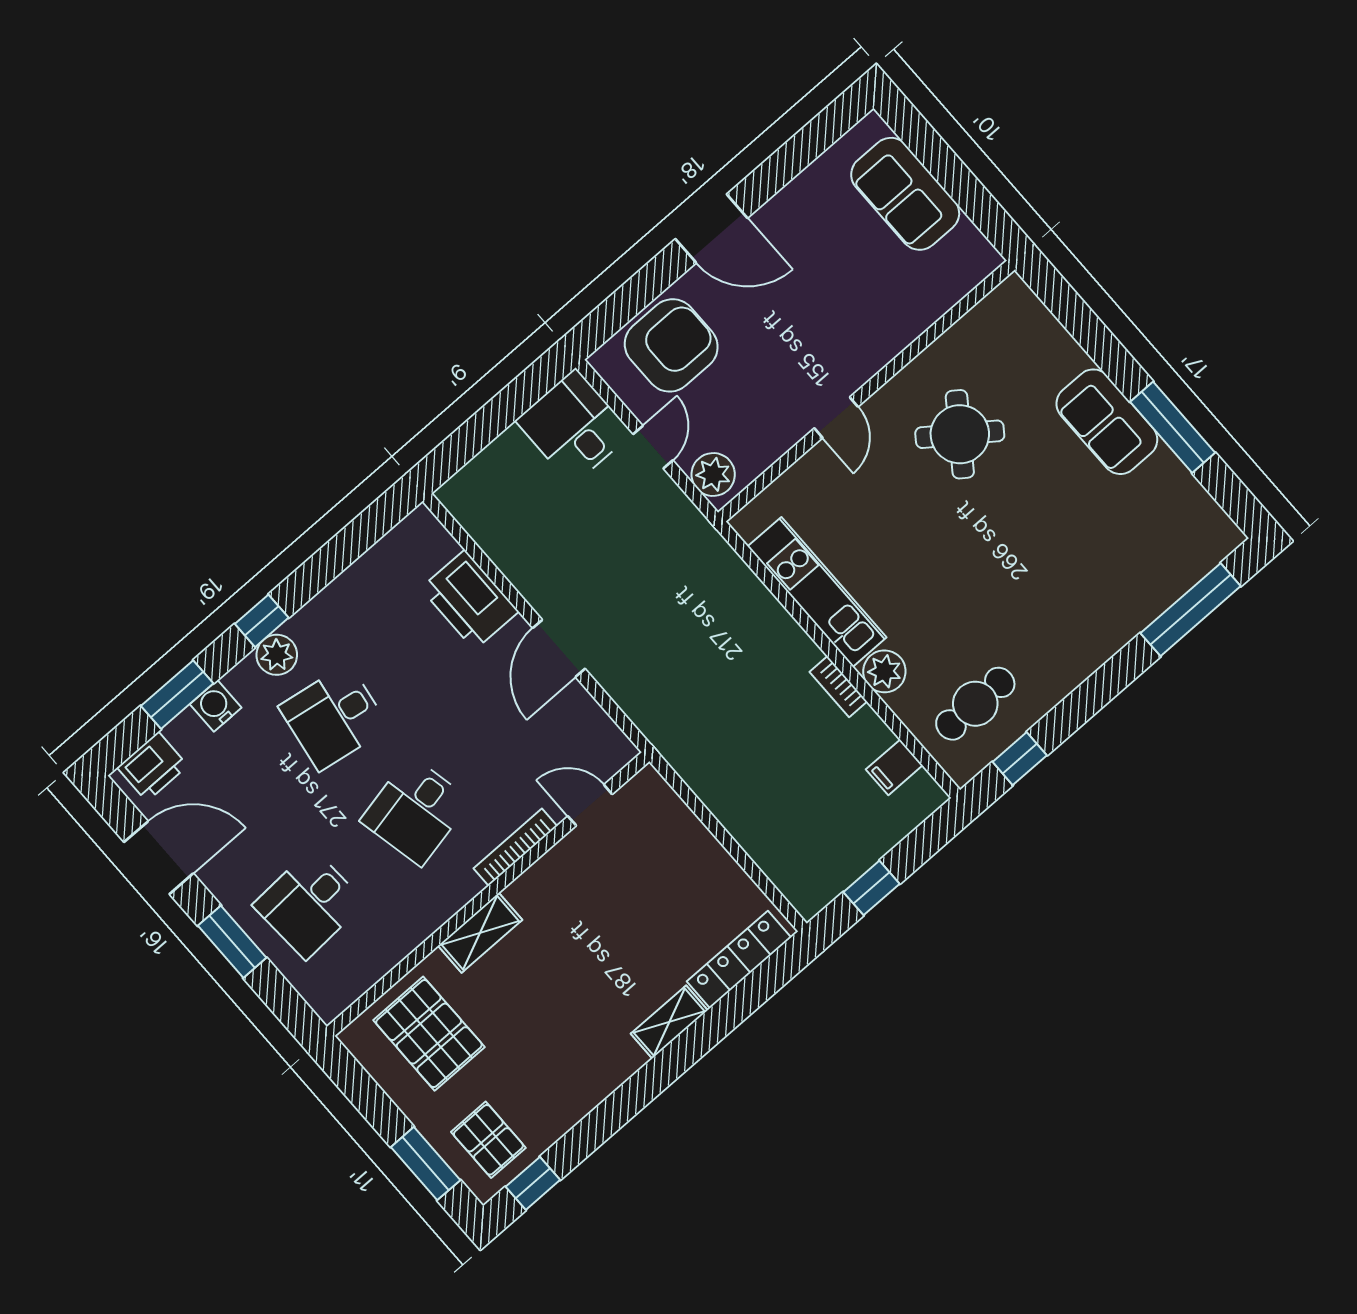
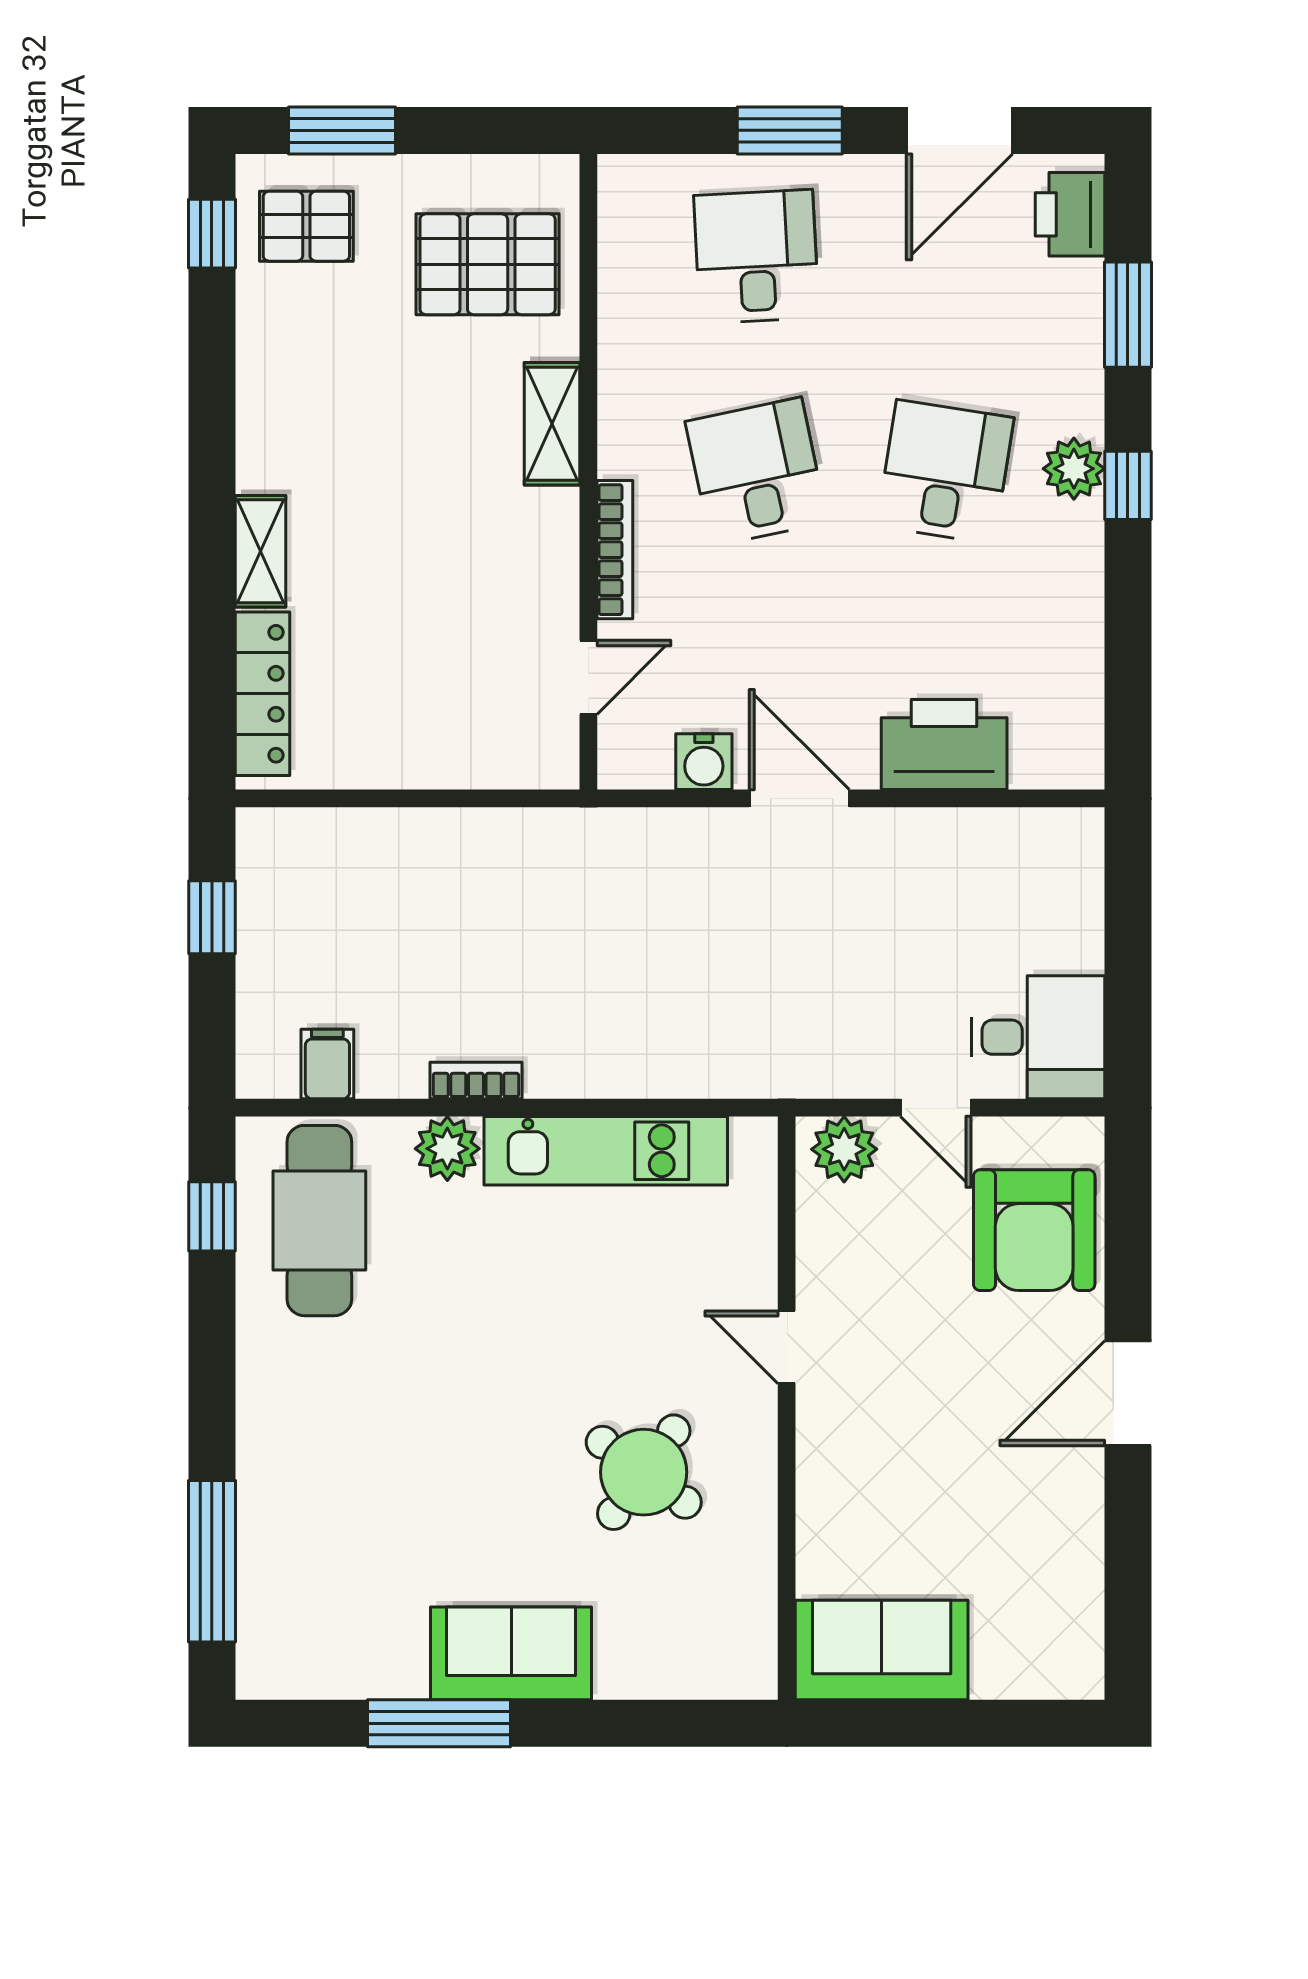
sofa: (905, 194) -> (882, 1650), moved
cafe table: (975, 704) -> (319, 1221), width x1.37, depth x1.35
water cooler: (216, 706) -> (704, 762), moved, turned 90

